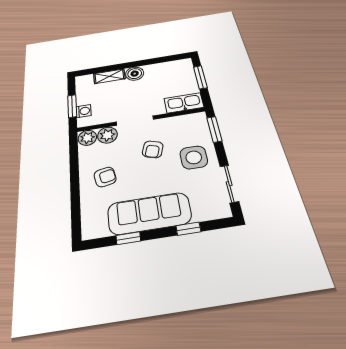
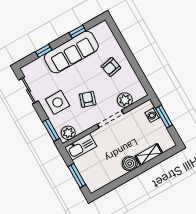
plant: (87, 138) -> (68, 133), moved

